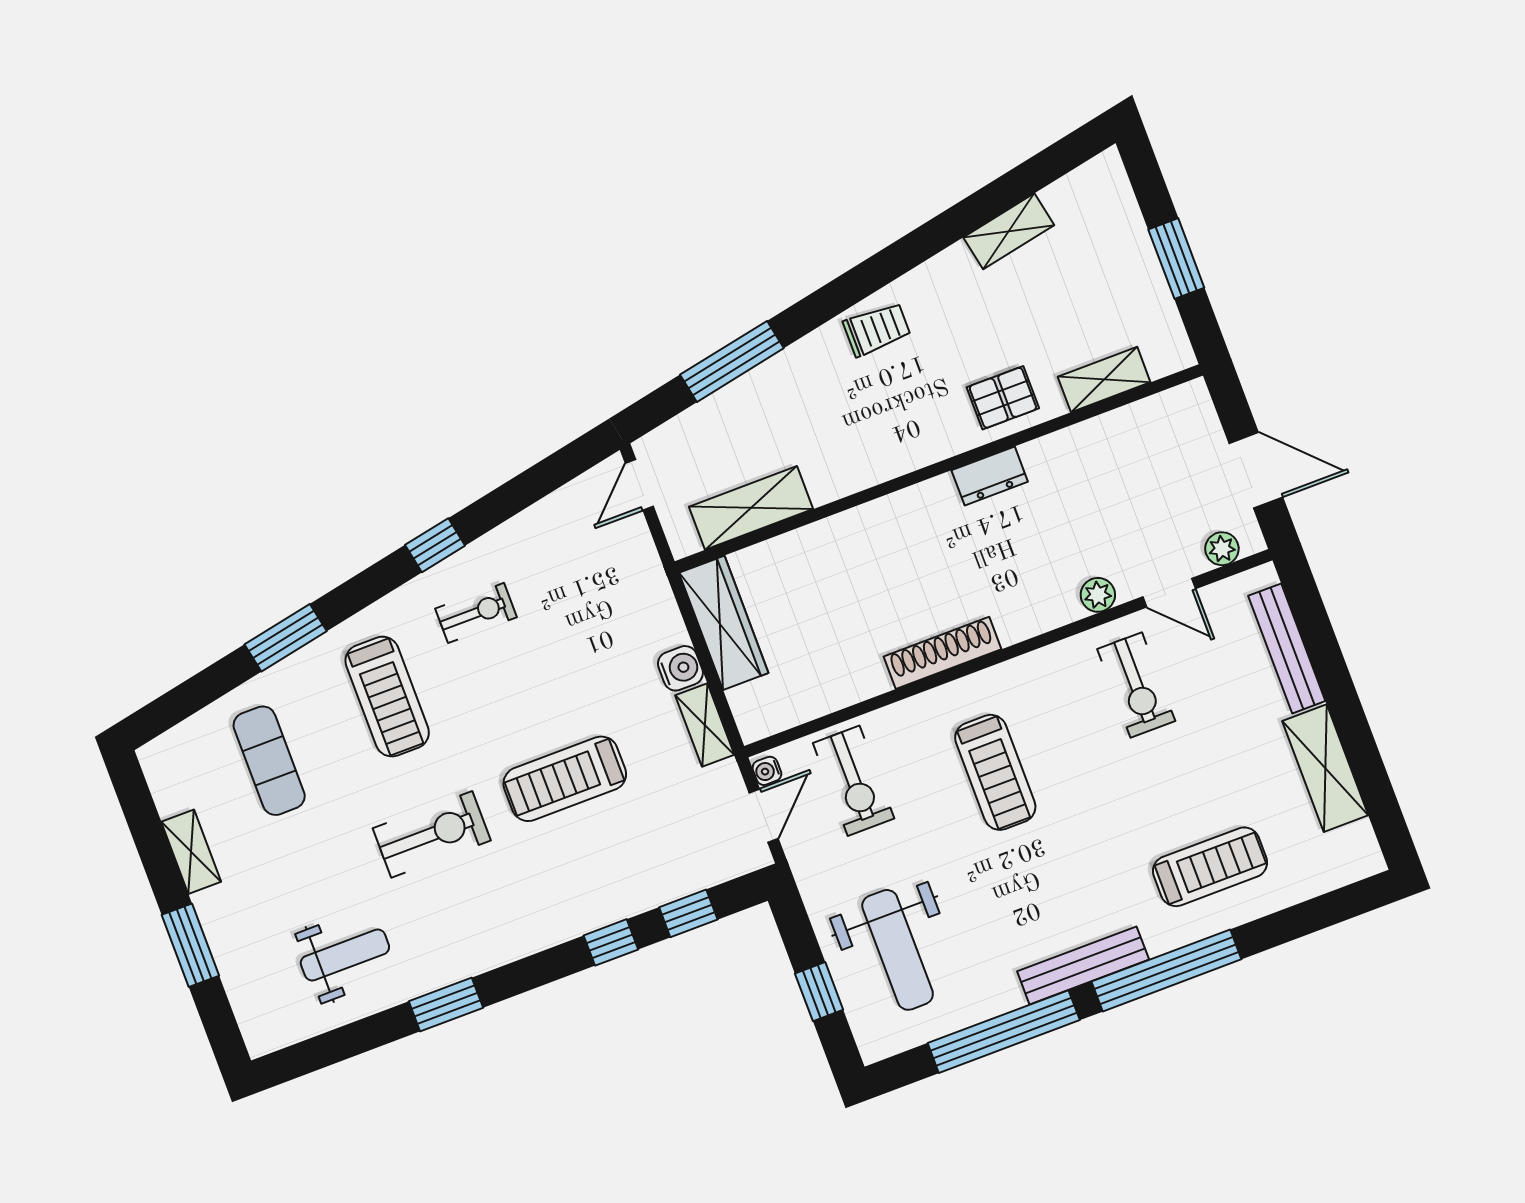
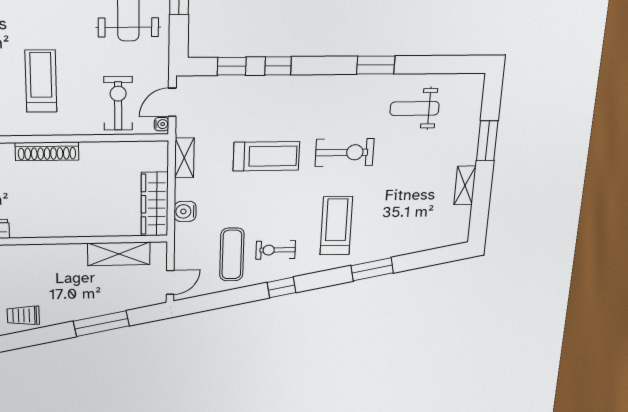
water cooler: (680, 668) -> (185, 211), moved
exercise mat: (269, 761) -> (232, 255), moved
exercise bike: (432, 834) -> (345, 152), turned 180

